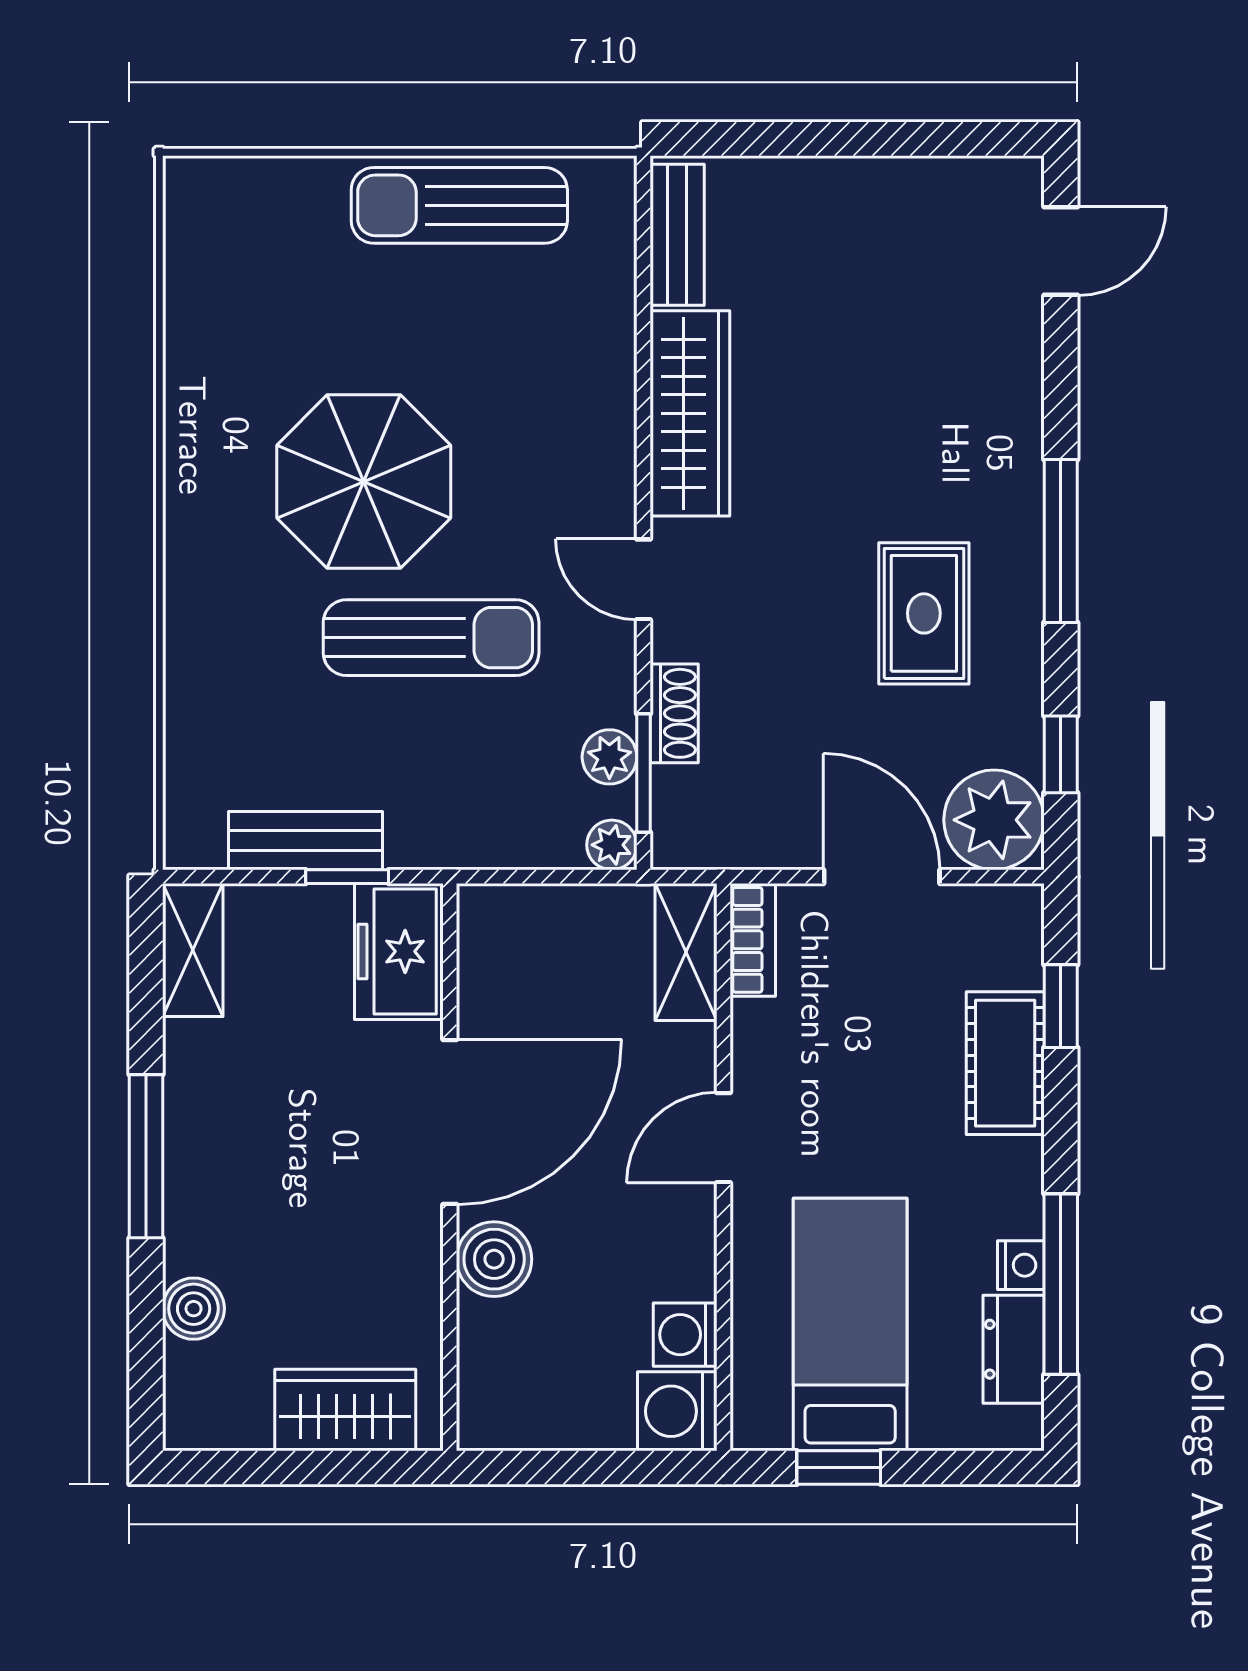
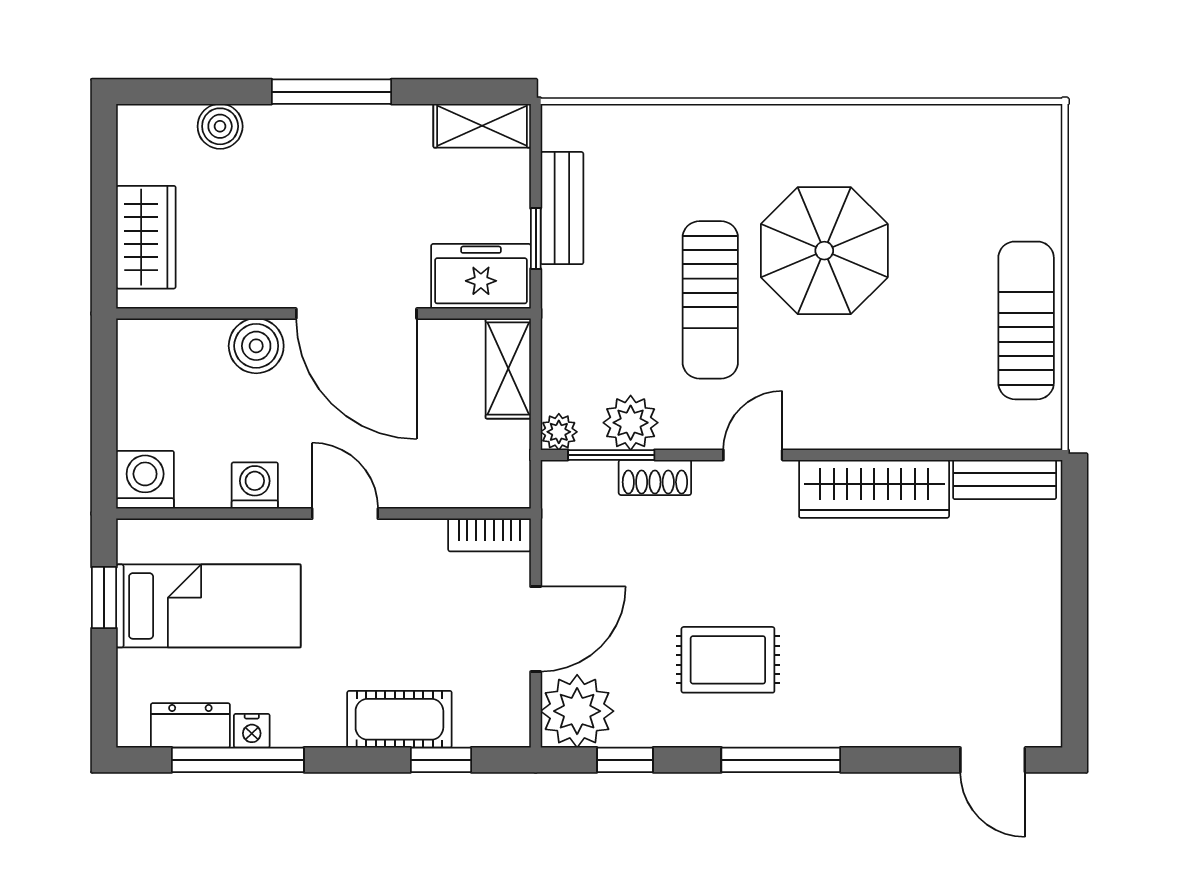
plant: (609, 757) -> (631, 423), width x1.38, depth x1.38
shelving: (686, 952) -> (508, 369), moved, turned 90
washing machine: (685, 1335) -> (255, 485), moved

